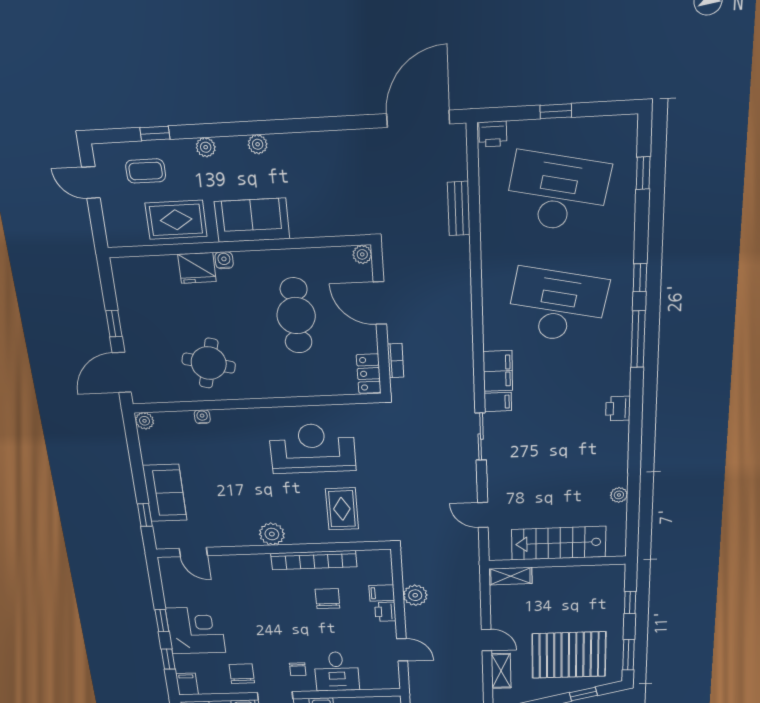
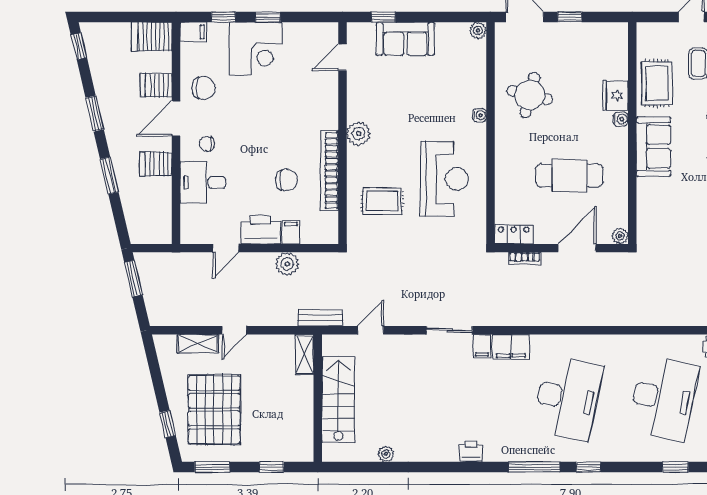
bench: (459, 209) -> (320, 318), moved
water cooler: (202, 417) -> (480, 115), moved
printer: (385, 612) -> (261, 230), width x1.87, depth x1.48

